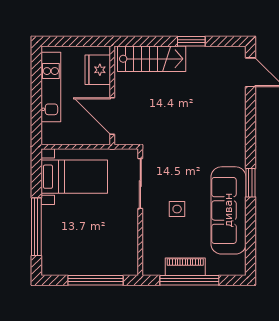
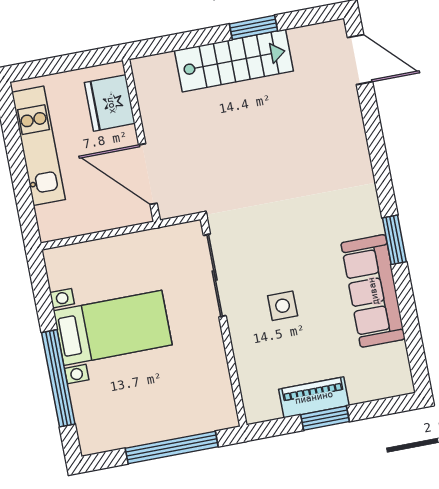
stairs: (152, 59) -> (234, 61), moved
bed with nightstands: (74, 177) -> (113, 328), moved
sofa: (228, 210) -> (373, 291), width x0.74, depth x0.79
window: (189, 280) -> (325, 418), width x0.47

